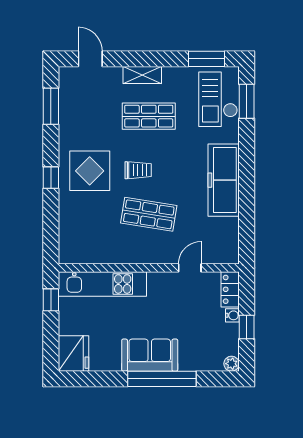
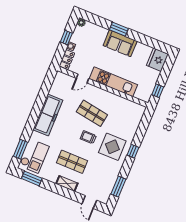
kitchen unit: (102, 284) -> (113, 82), moved
window: (162, 379) -> (119, 29), width x0.47

